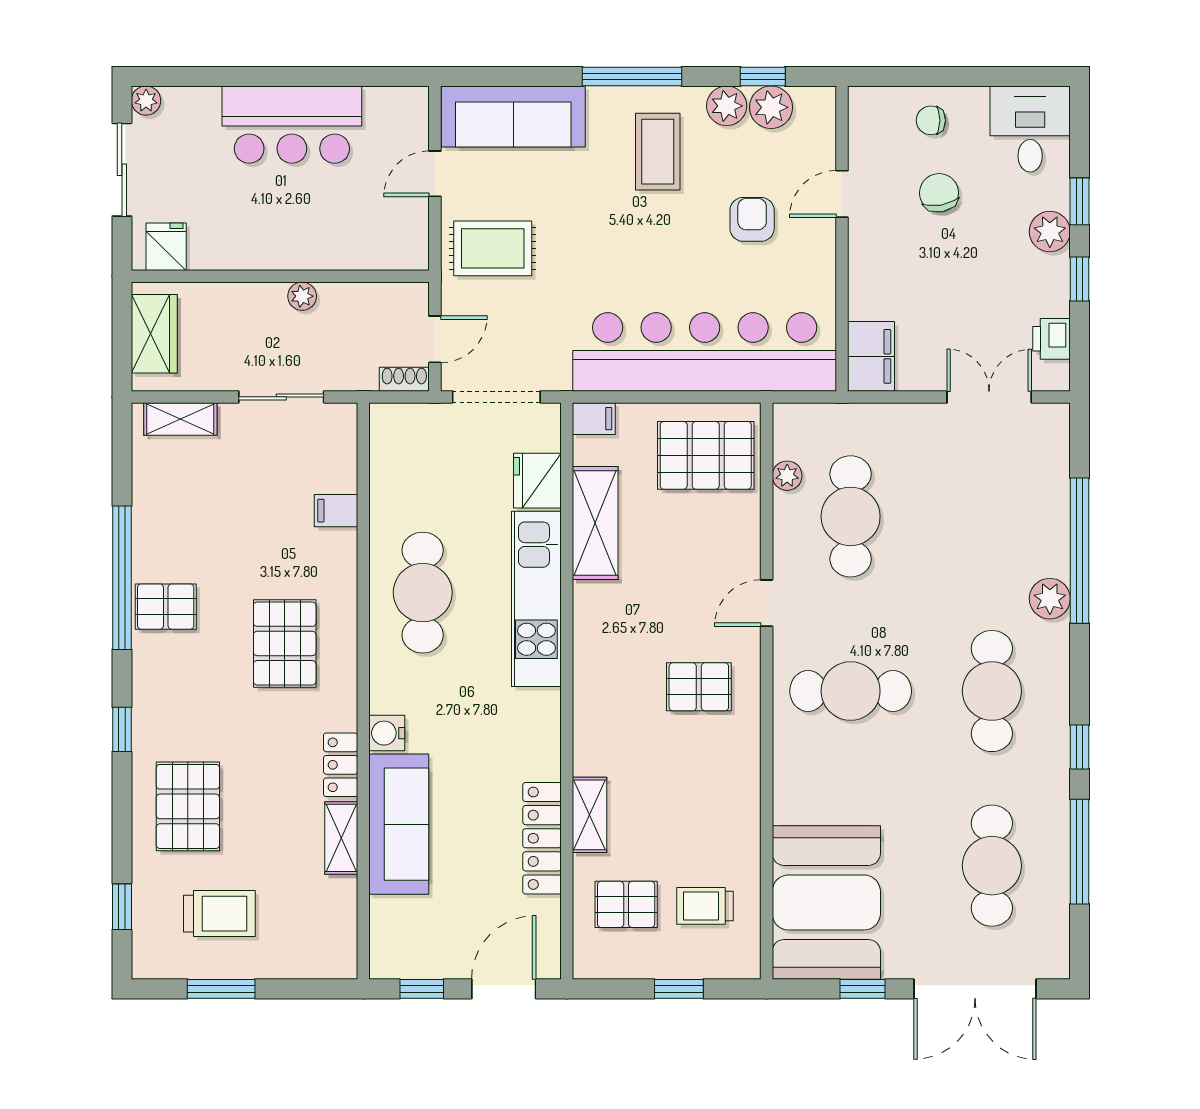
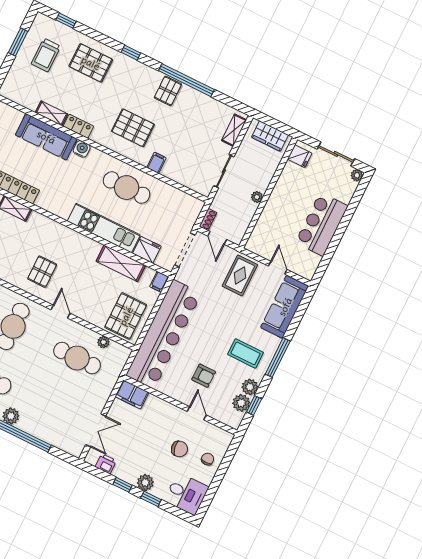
filing cabinet: (336, 511) -> (156, 163), moved

